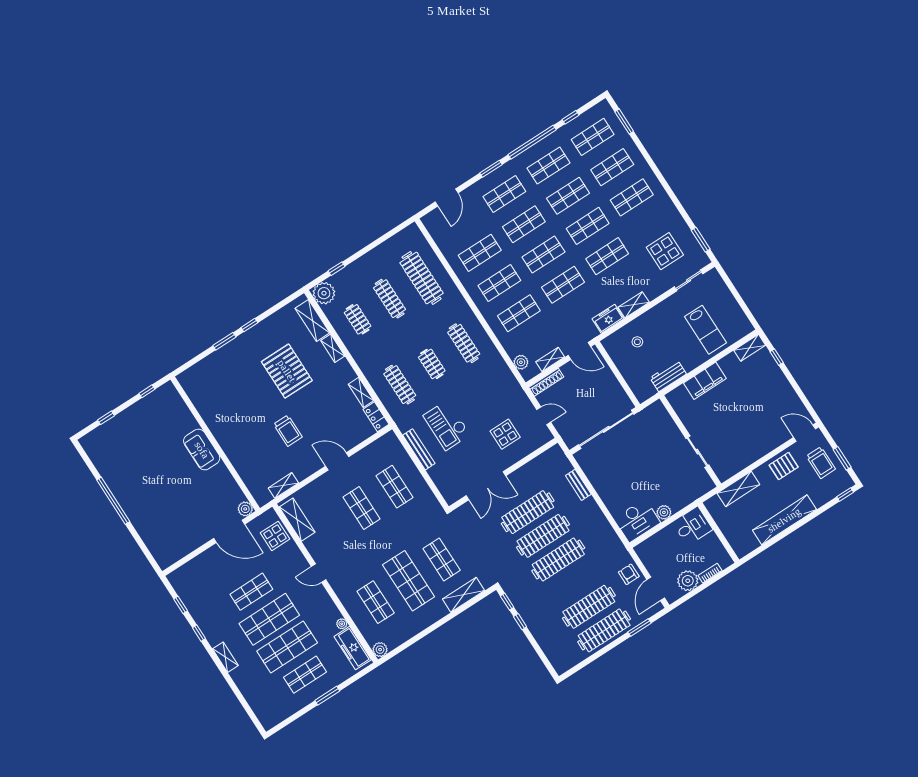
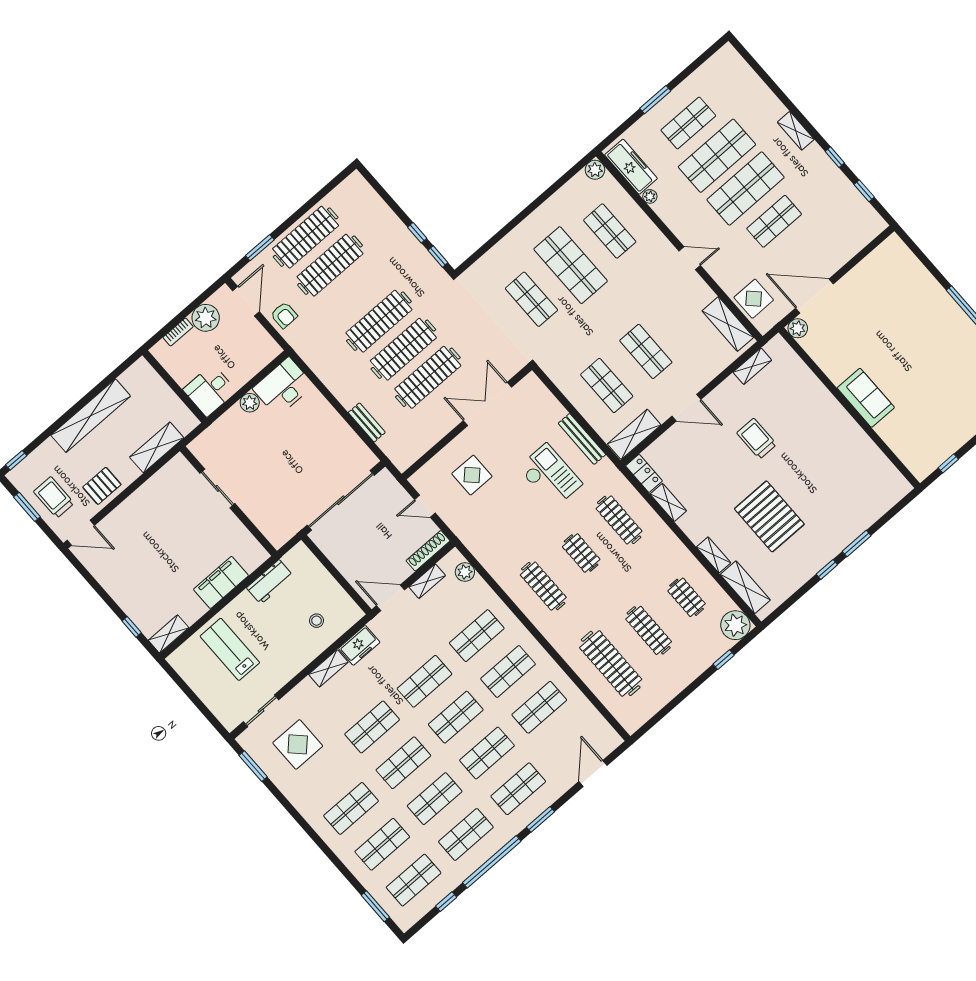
shelving: (464, 595) -> (634, 434), moved

